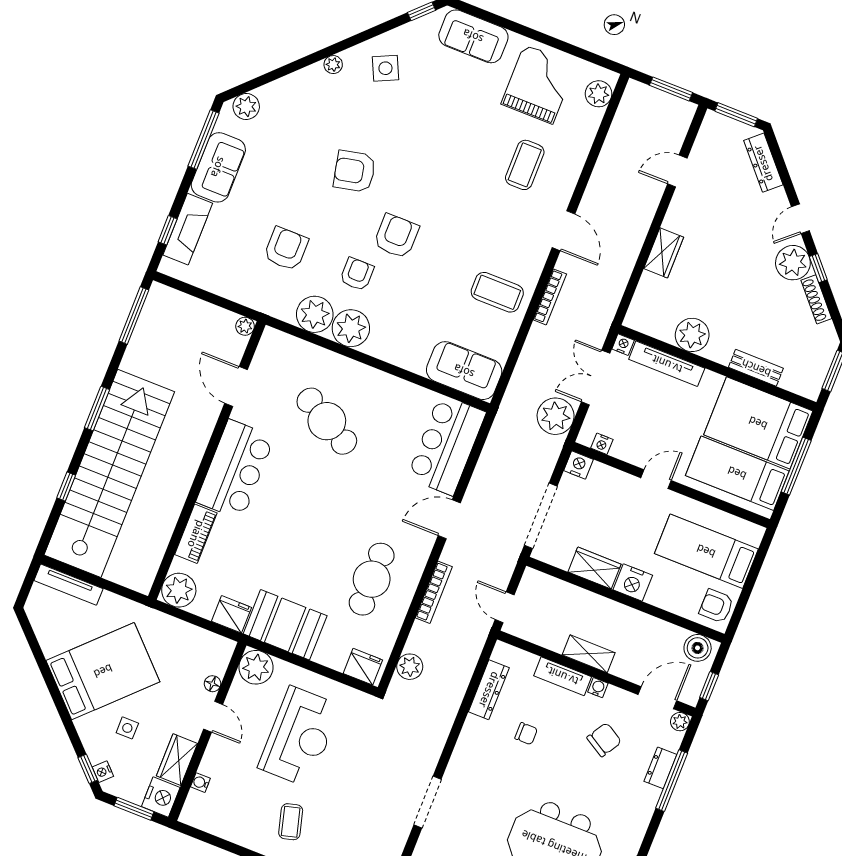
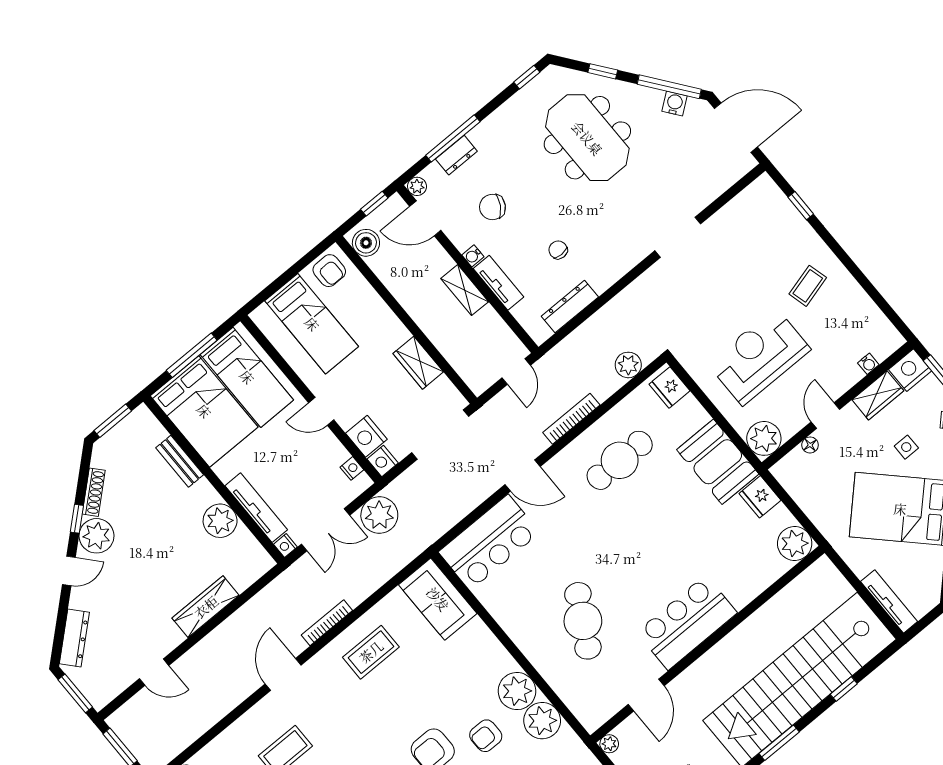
wardrobe: (664, 253) -> (206, 607), width x1.50
coffee table: (497, 292) -> (371, 652), turned 90
piano: (196, 534) -> (752, 585), removed
nightstand: (633, 582) -> (366, 436), moved, turned 180

